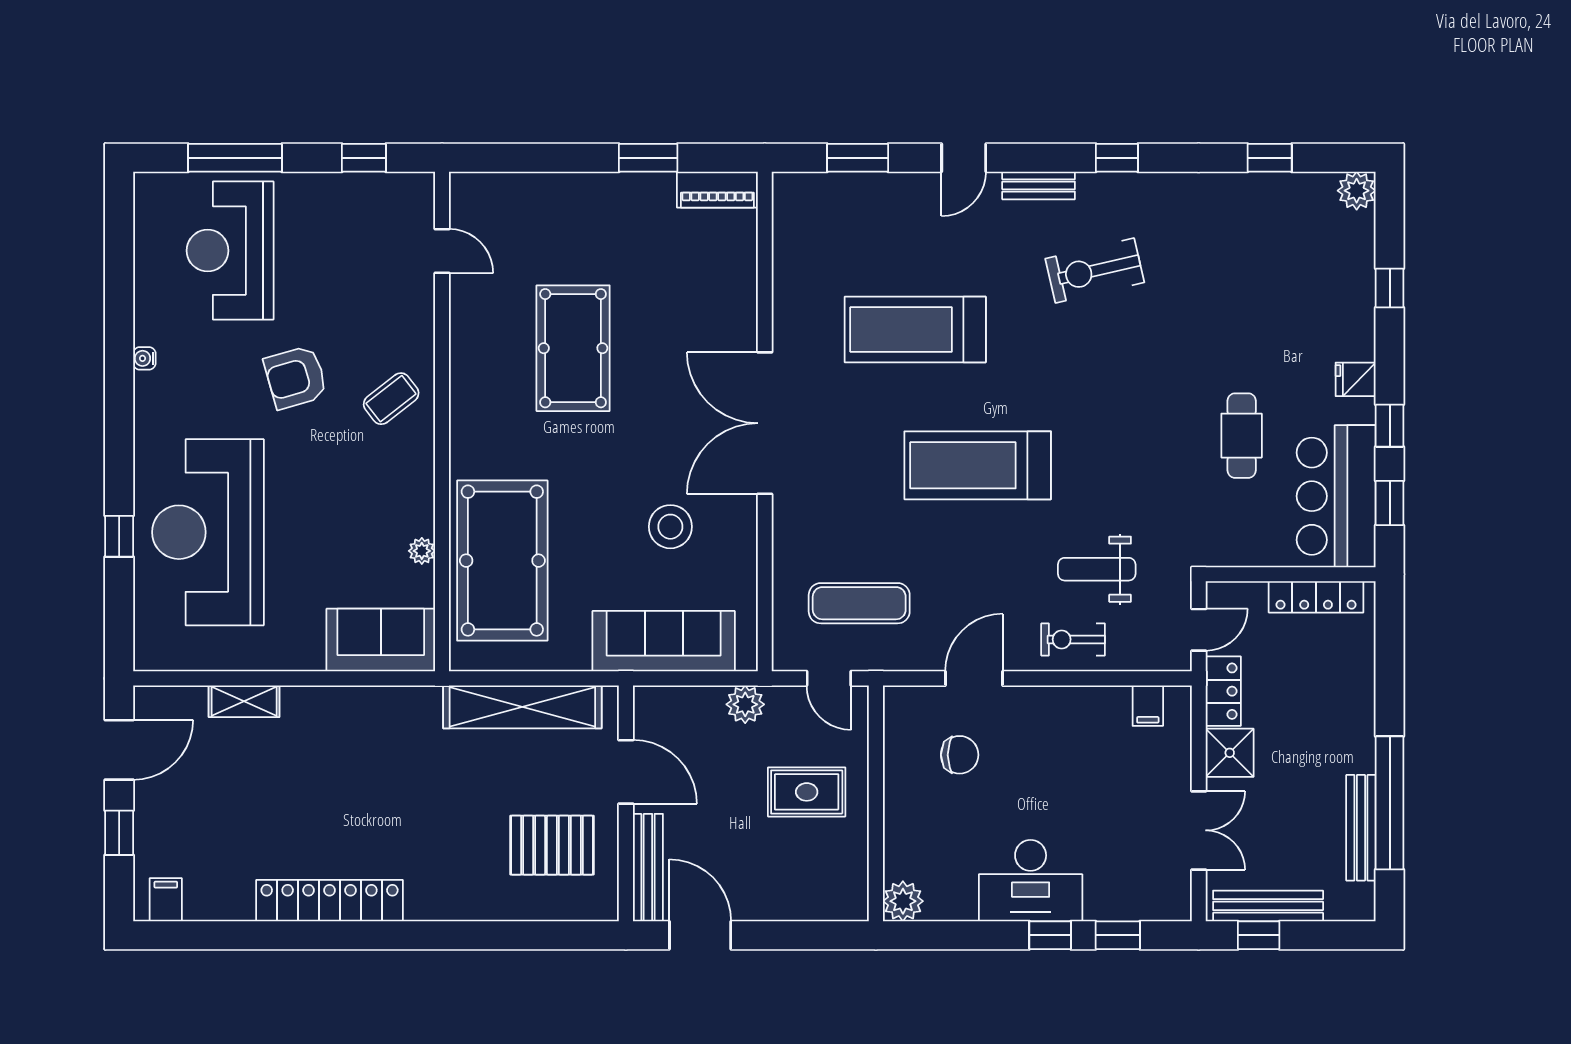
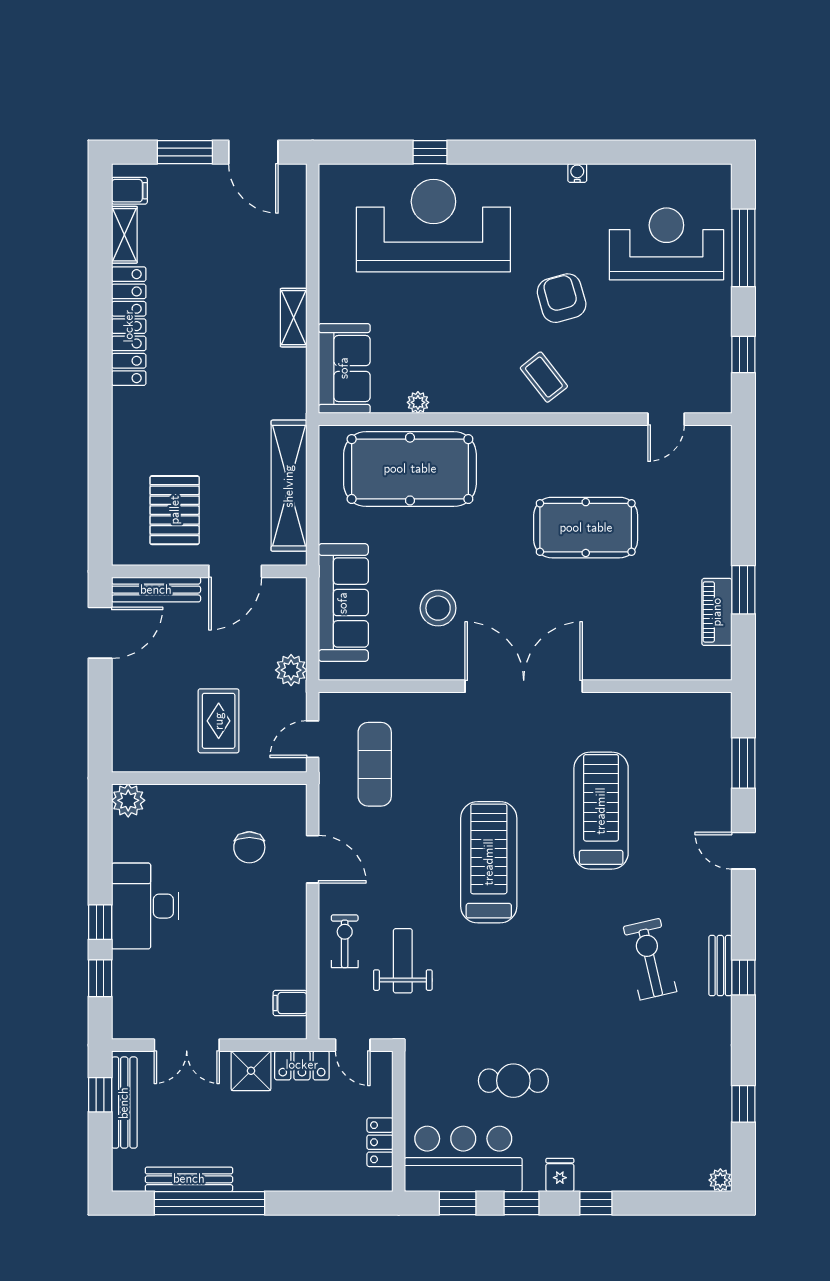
bench: (1039, 185) -> (720, 966), moved
piano: (717, 190) -> (717, 612), moved
plant: (1357, 191) -> (720, 1180), width x0.73, depth x0.73
window: (1390, 288) -> (596, 1203), moved
locker: (1316, 597) -> (380, 1142), width x0.66
shelving: (244, 701) -> (294, 318), moved
window: (119, 833) -> (185, 152), width x1.50
shelving: (219, 906) -> (124, 235), added

